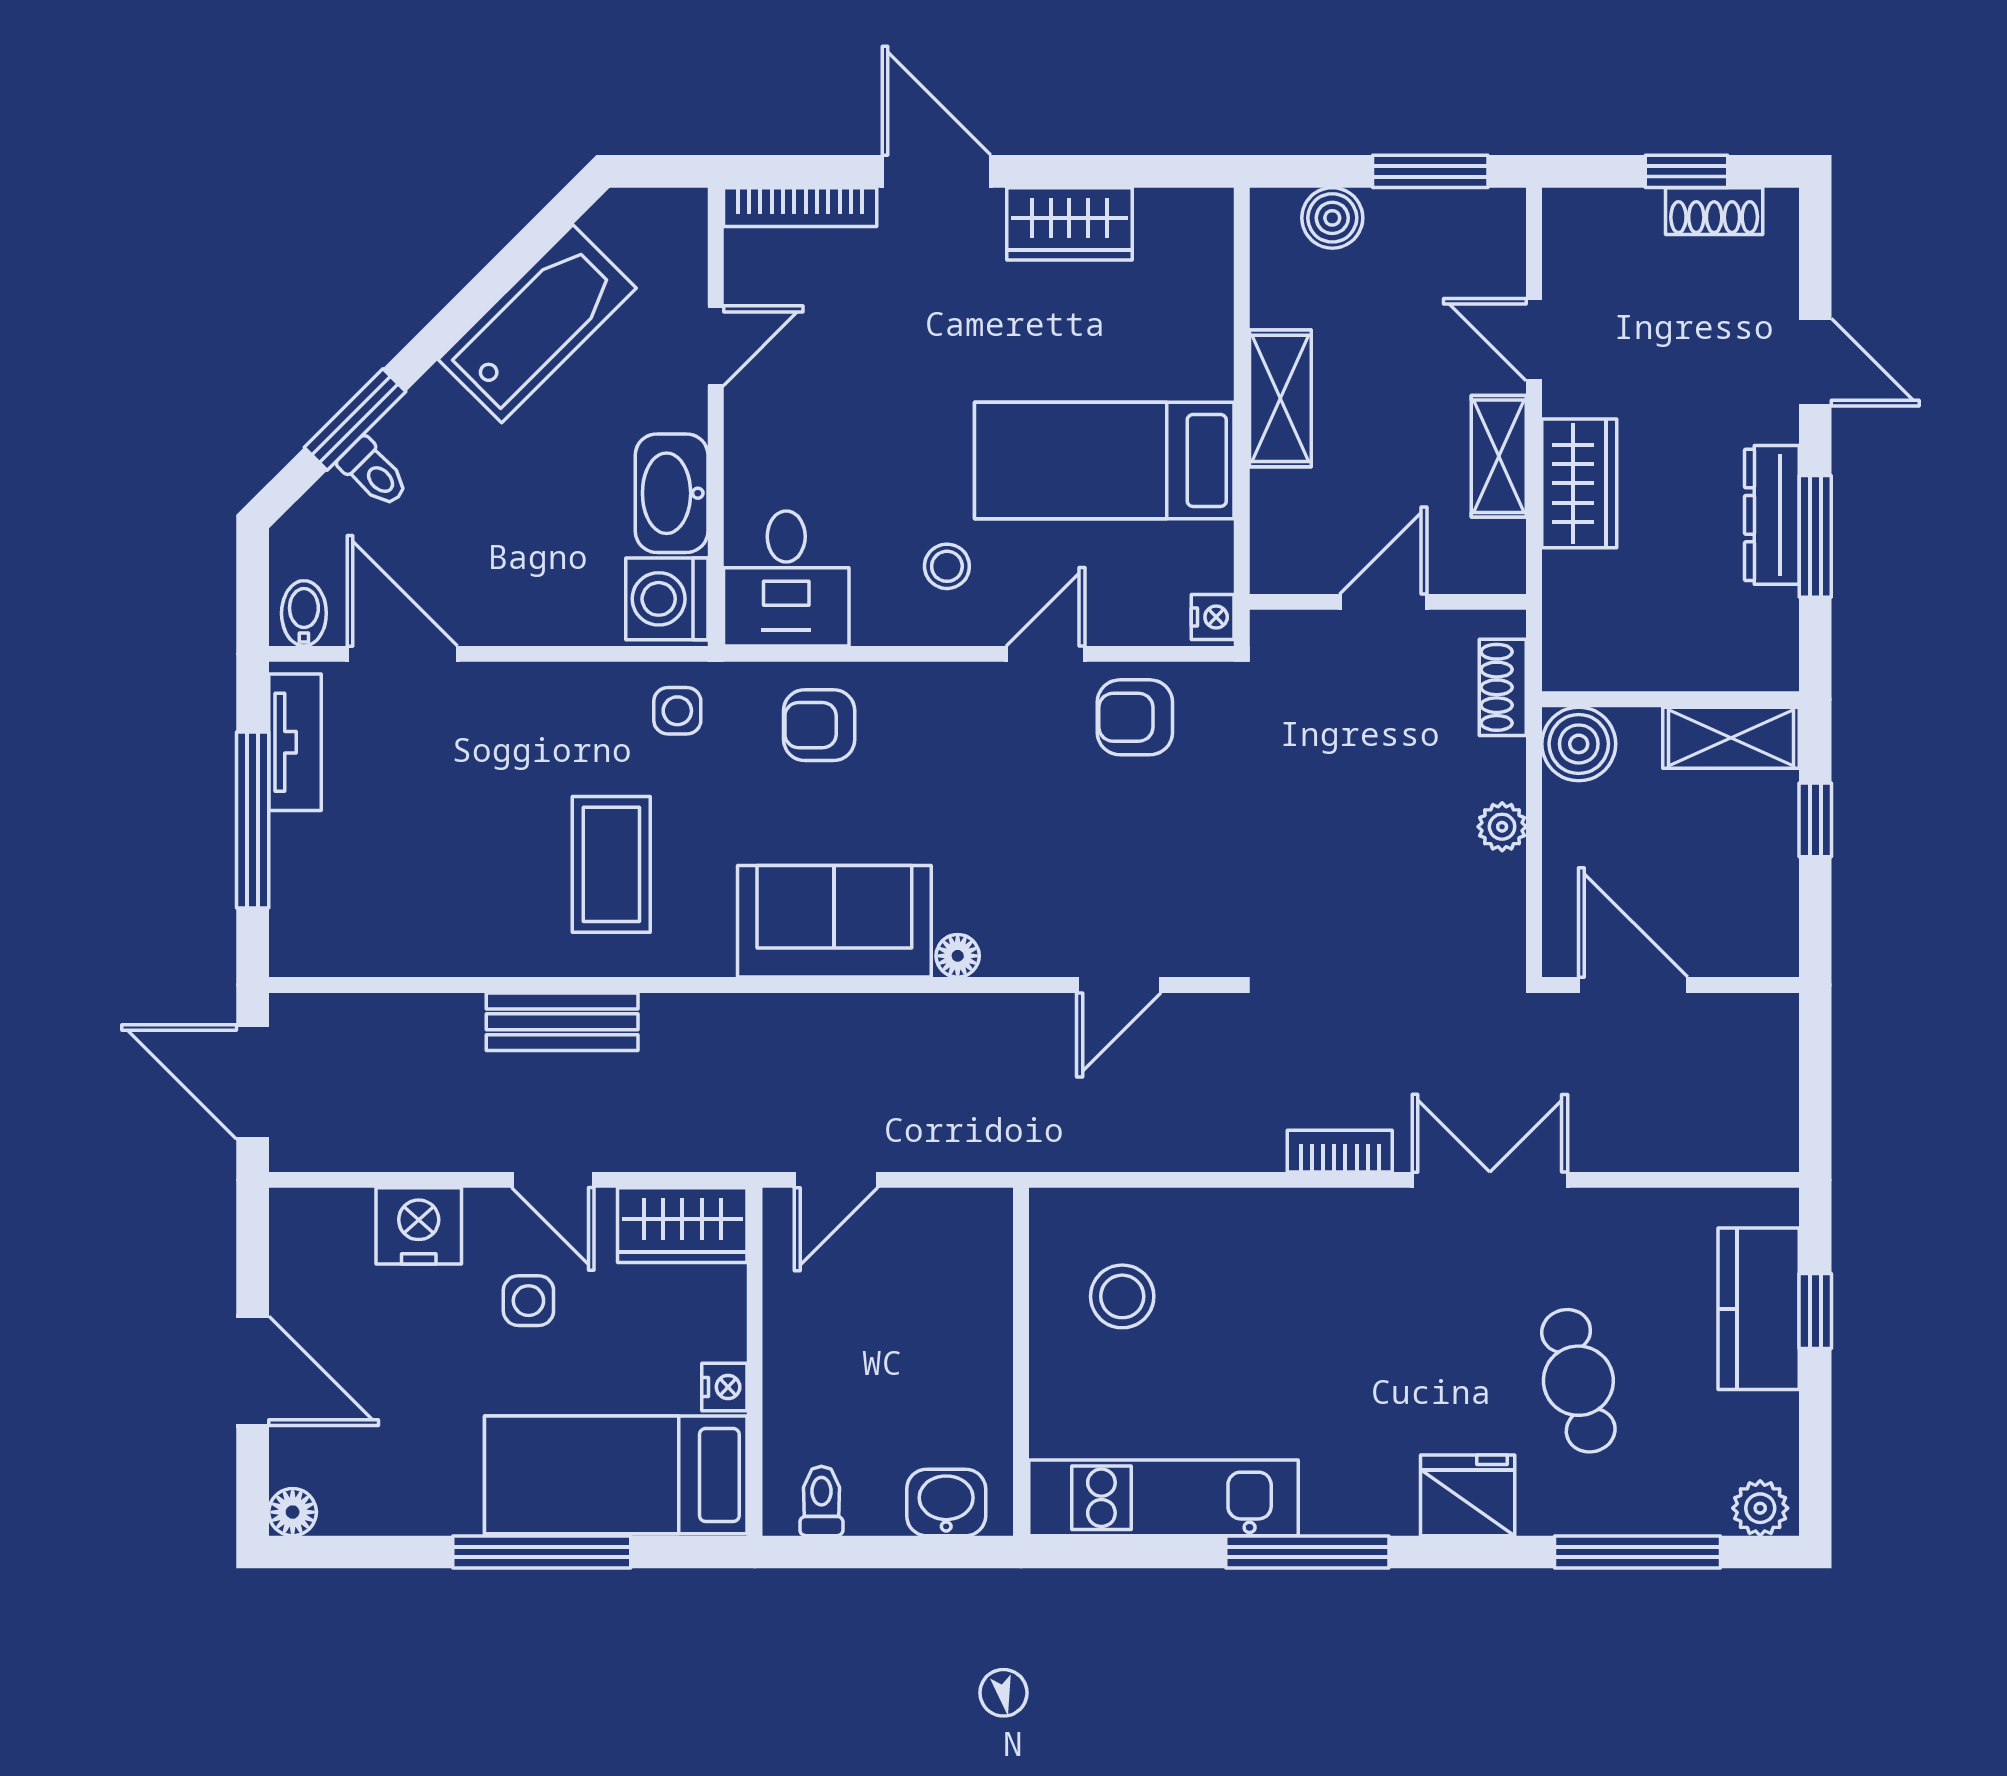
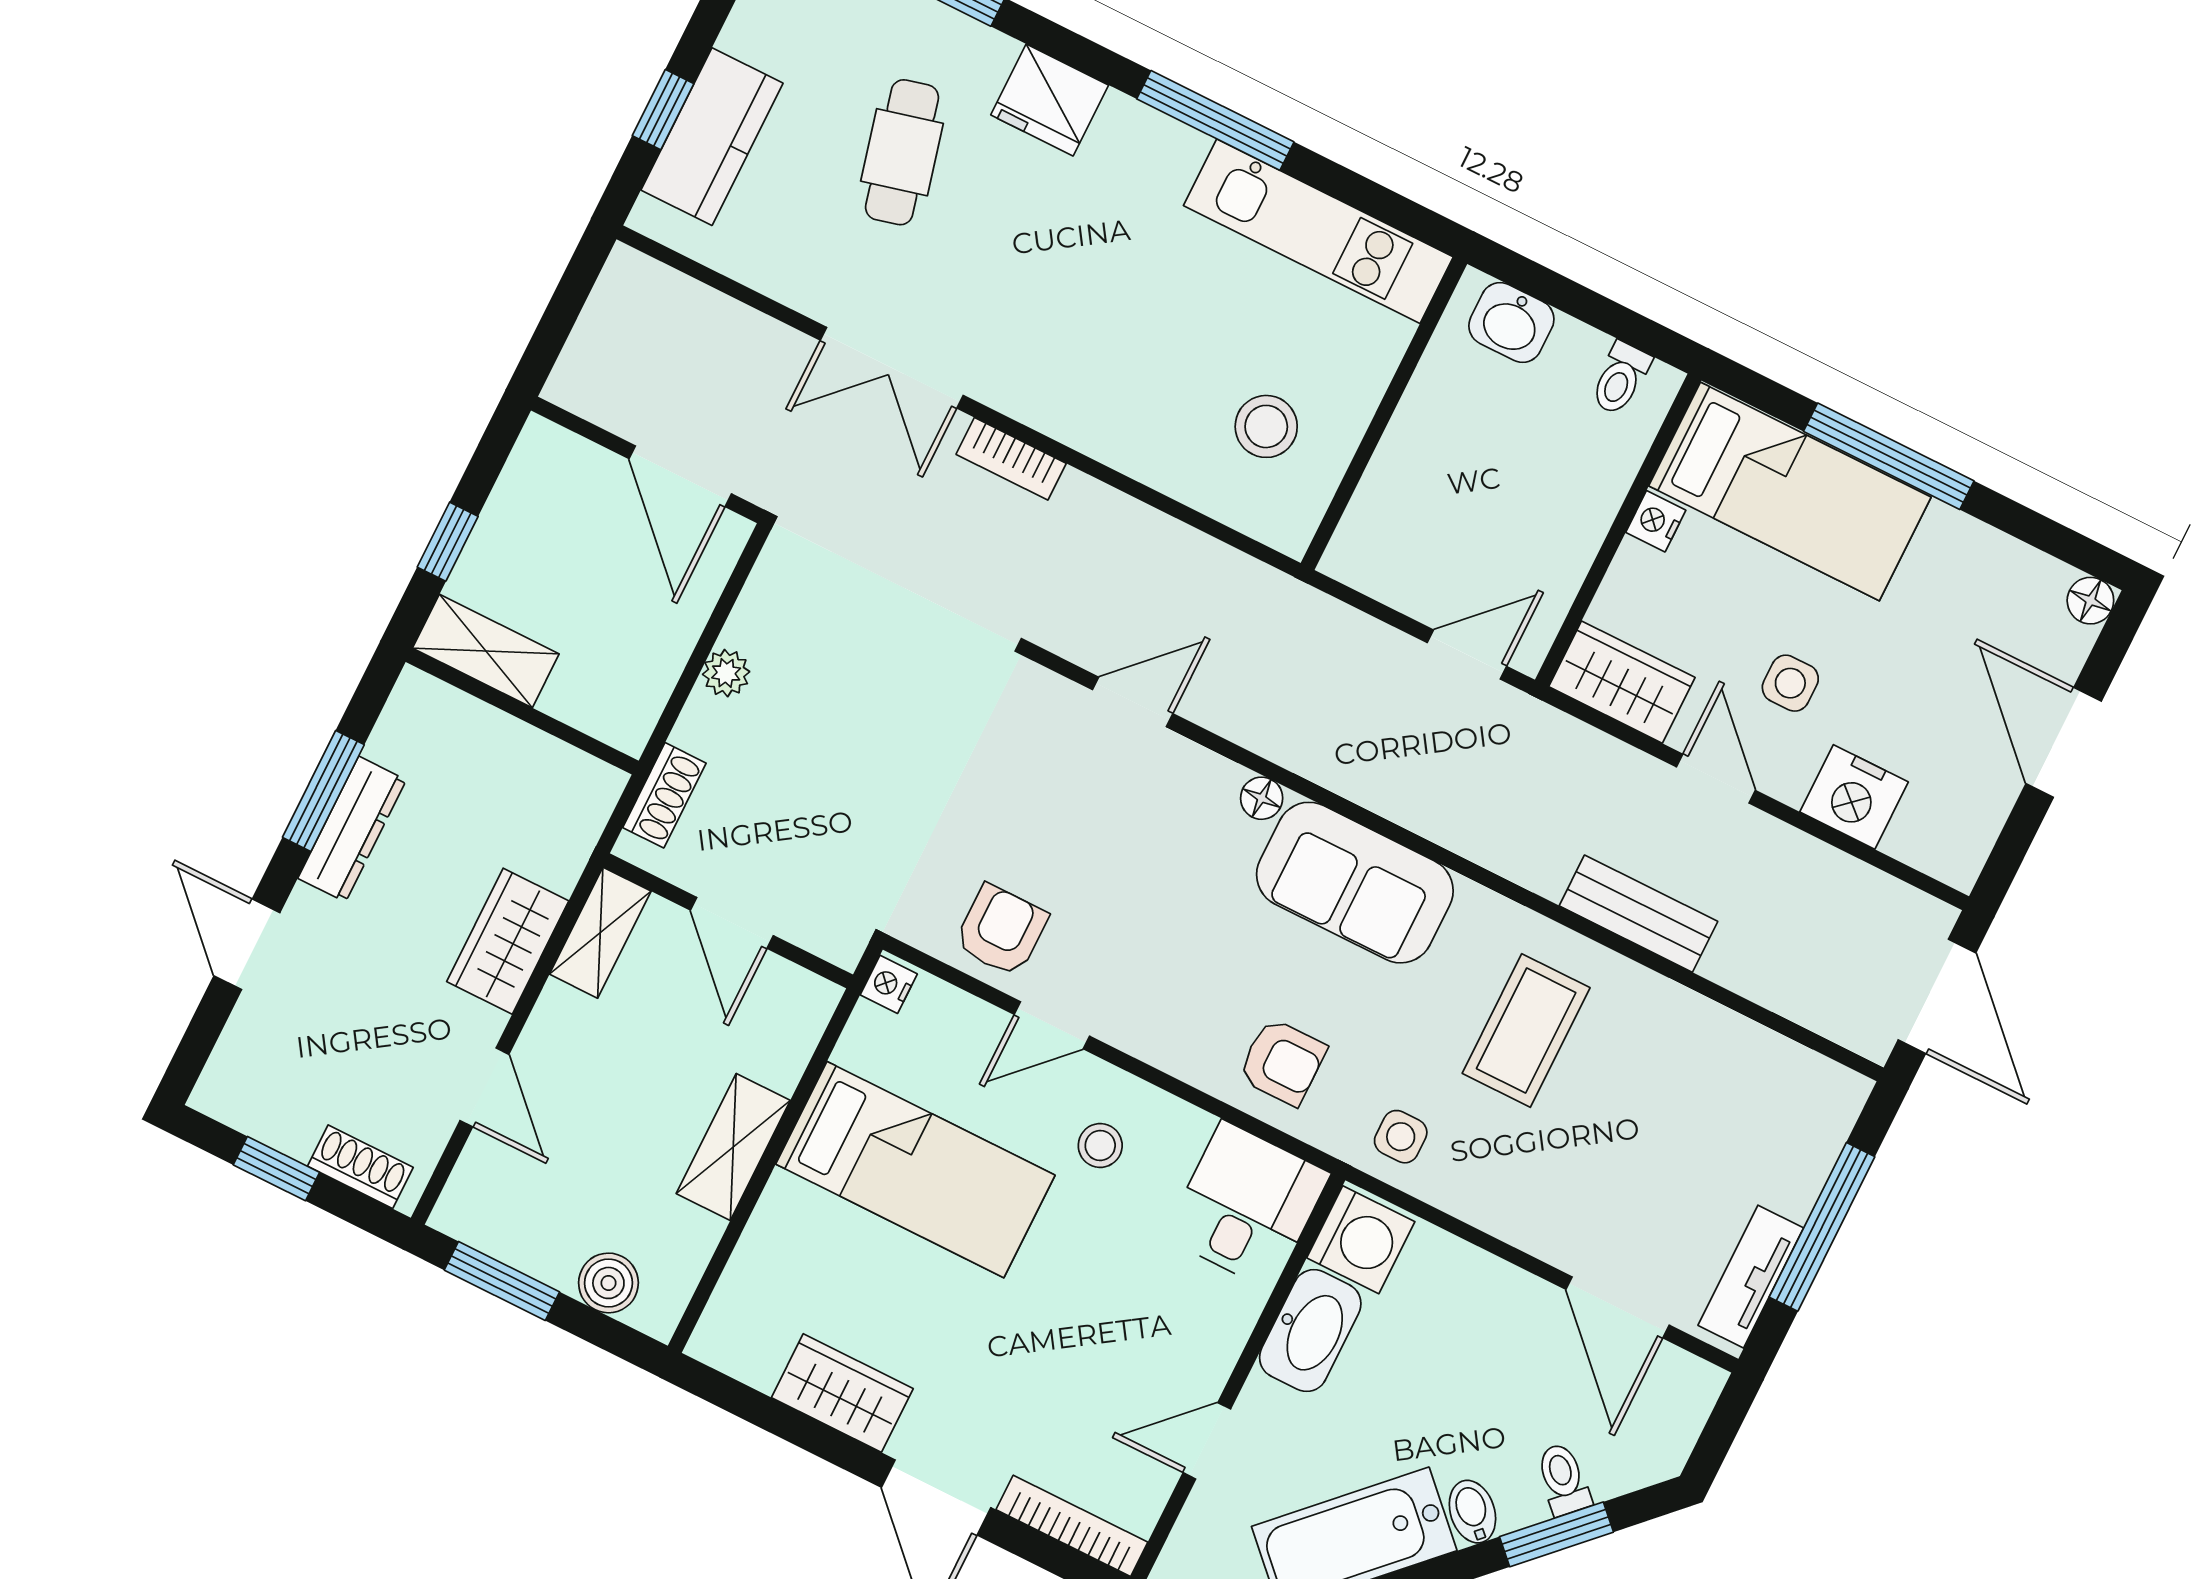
shoe rack: (1714, 211) -> (360, 1167), moved
shelving: (1499, 456) -> (600, 933), moved
door: (1383, 602) -> (732, 923), hinge flipped
bidet: (304, 613) -> (1472, 1512), moved, turned 135
armchair: (1135, 717) -> (1001, 930), turned -90
boiler: (1579, 744) -> (622, 712), removed

